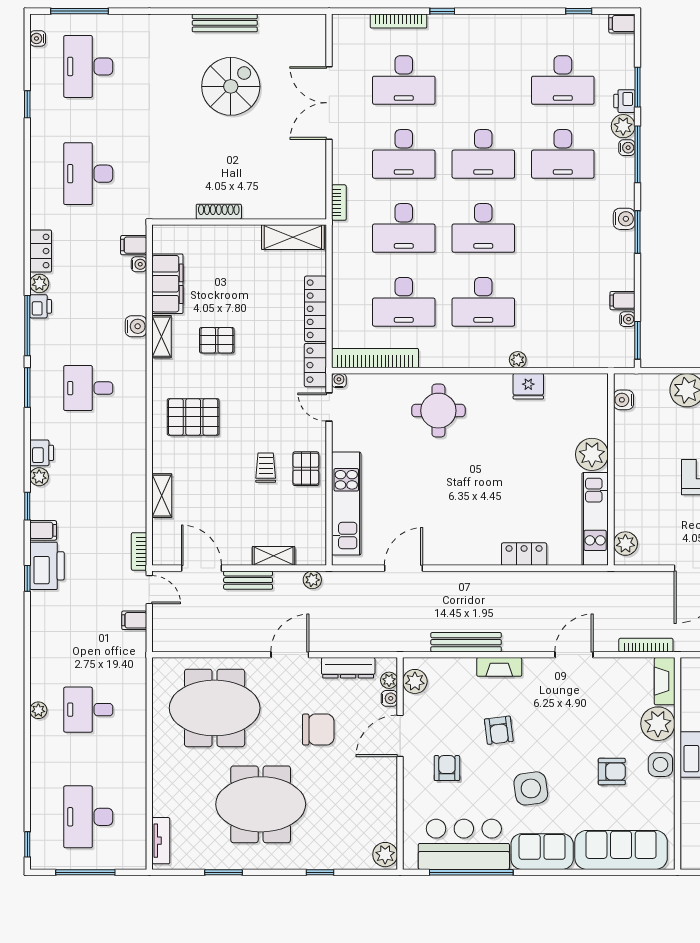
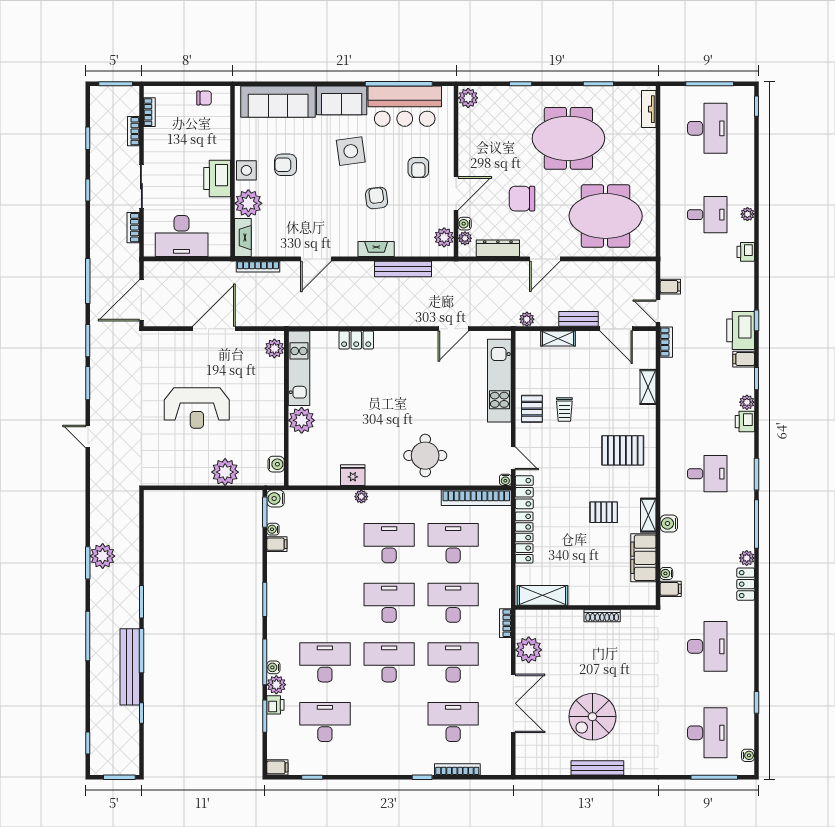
plant: (310, 170) -> (529, 650), added
water cooler: (624, 219) -> (276, 498), moved
printer: (41, 306) -> (746, 252), moved

